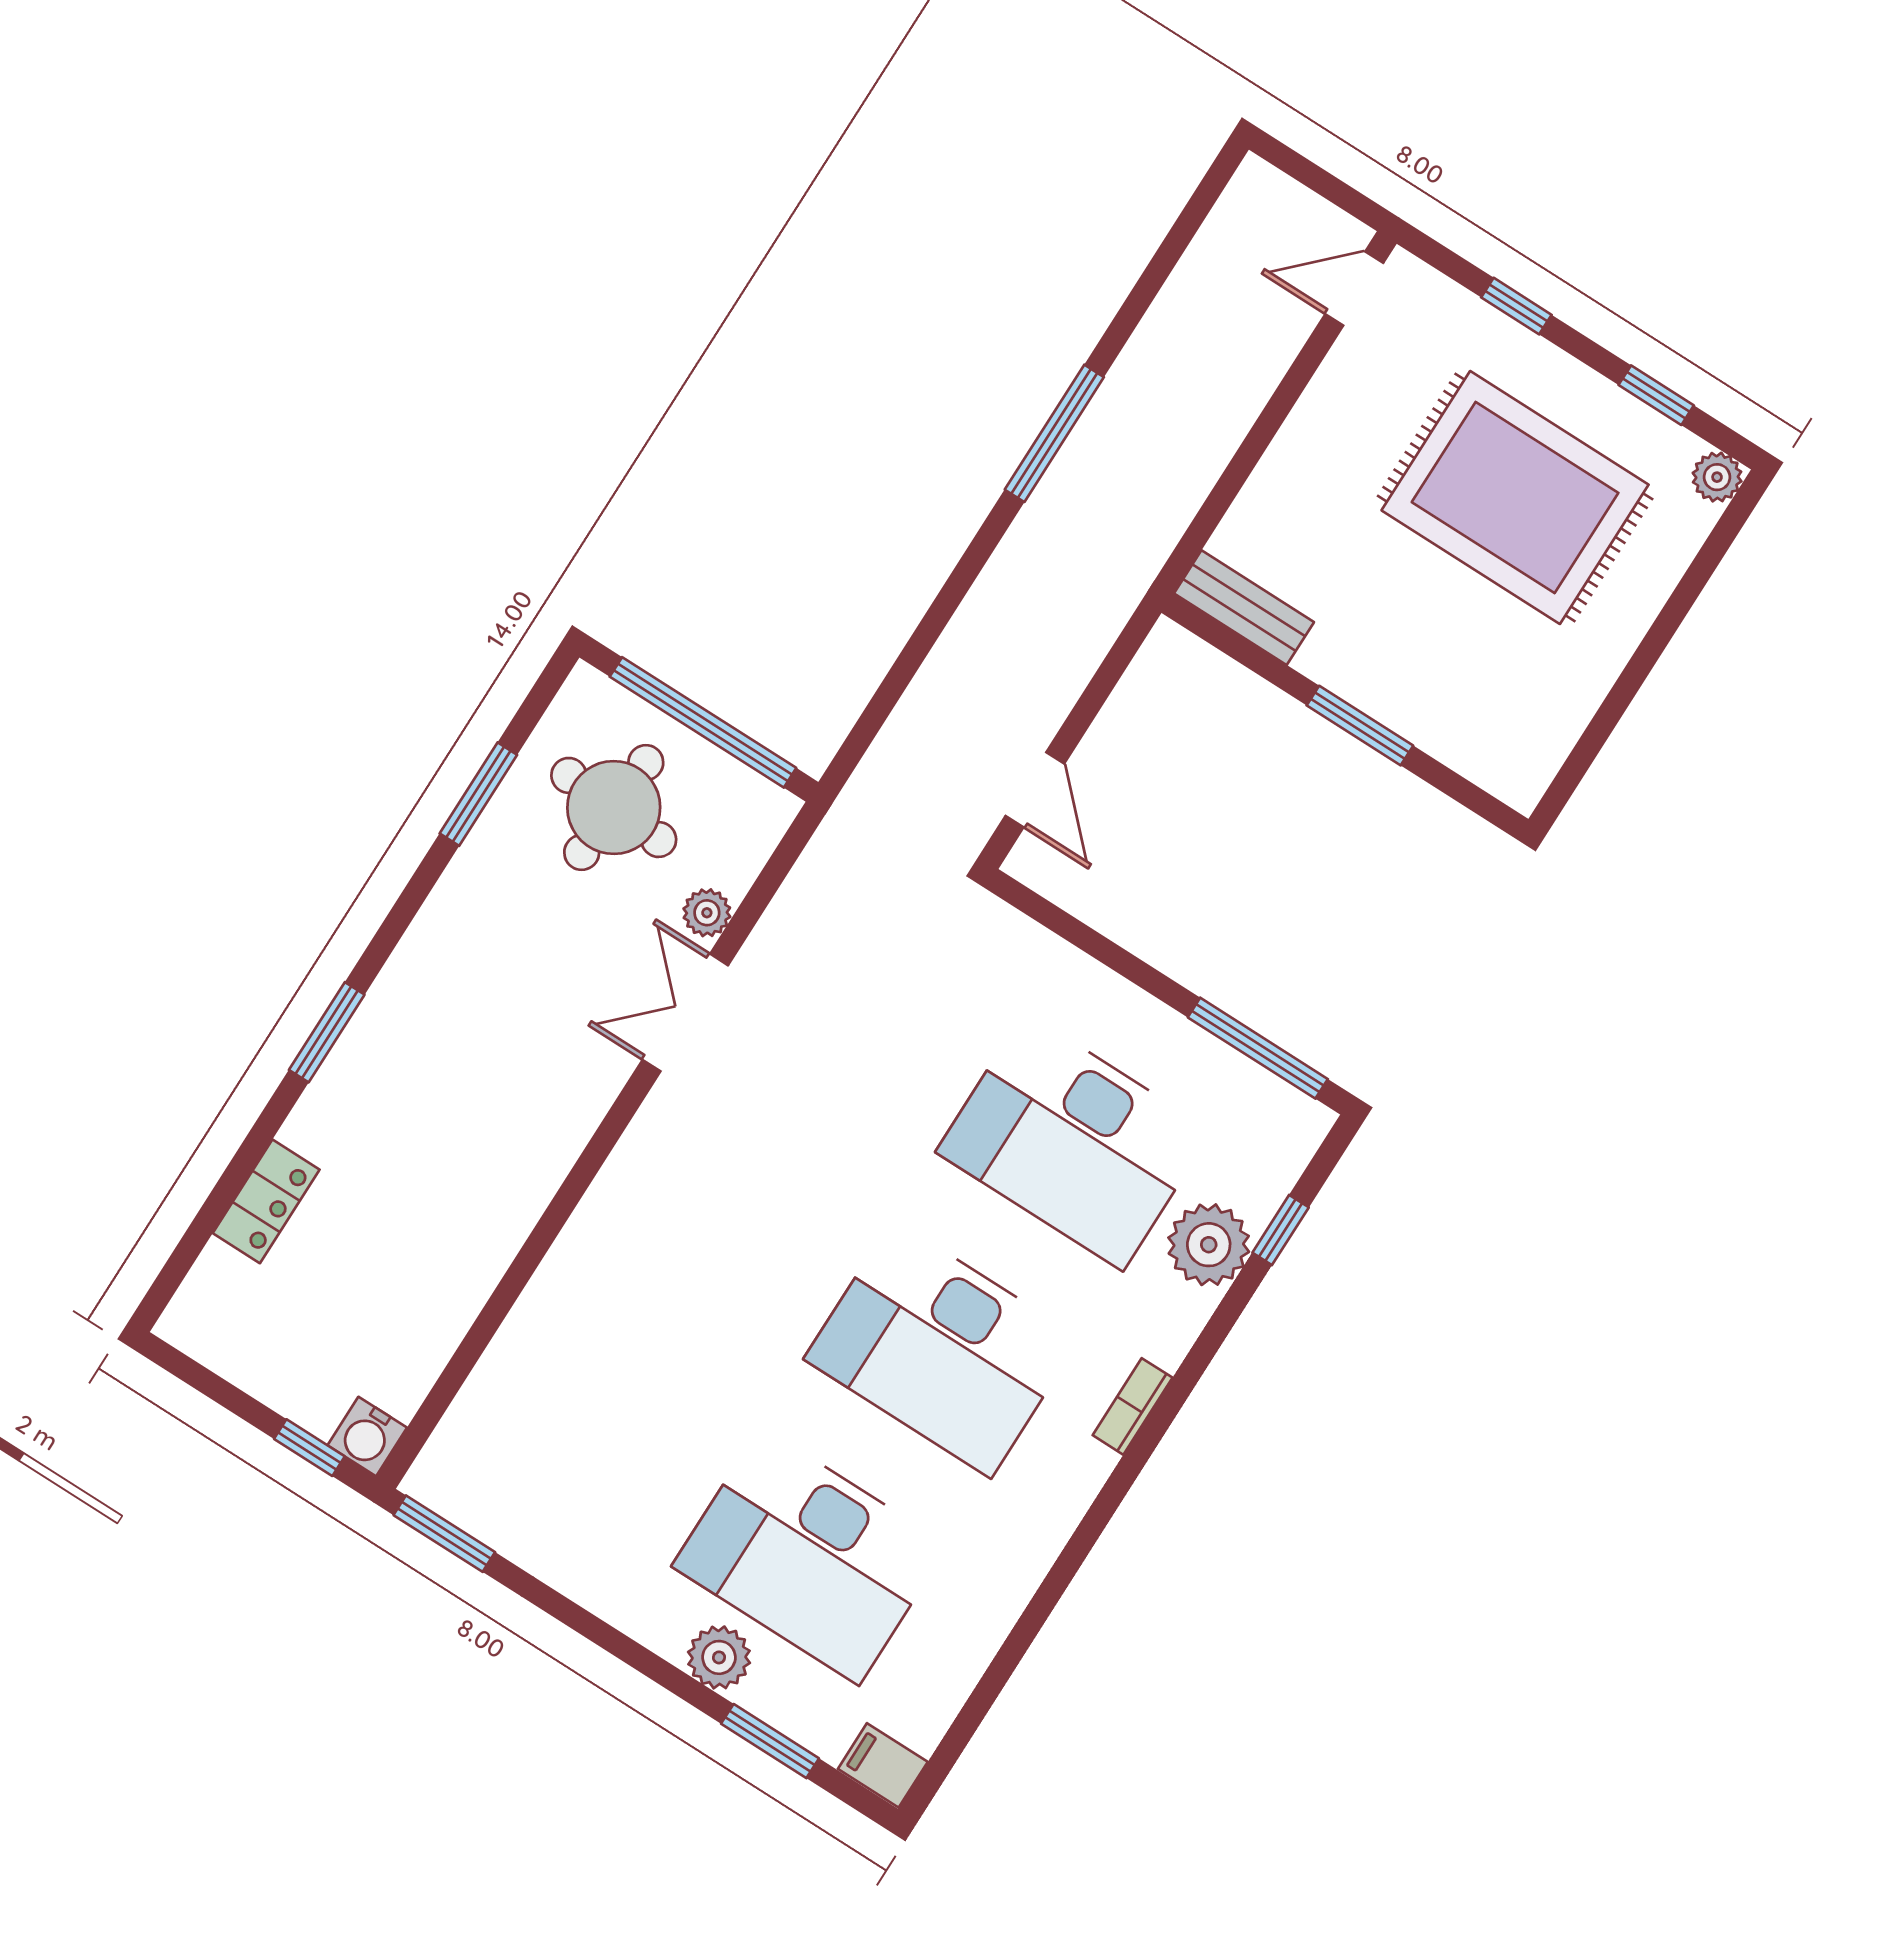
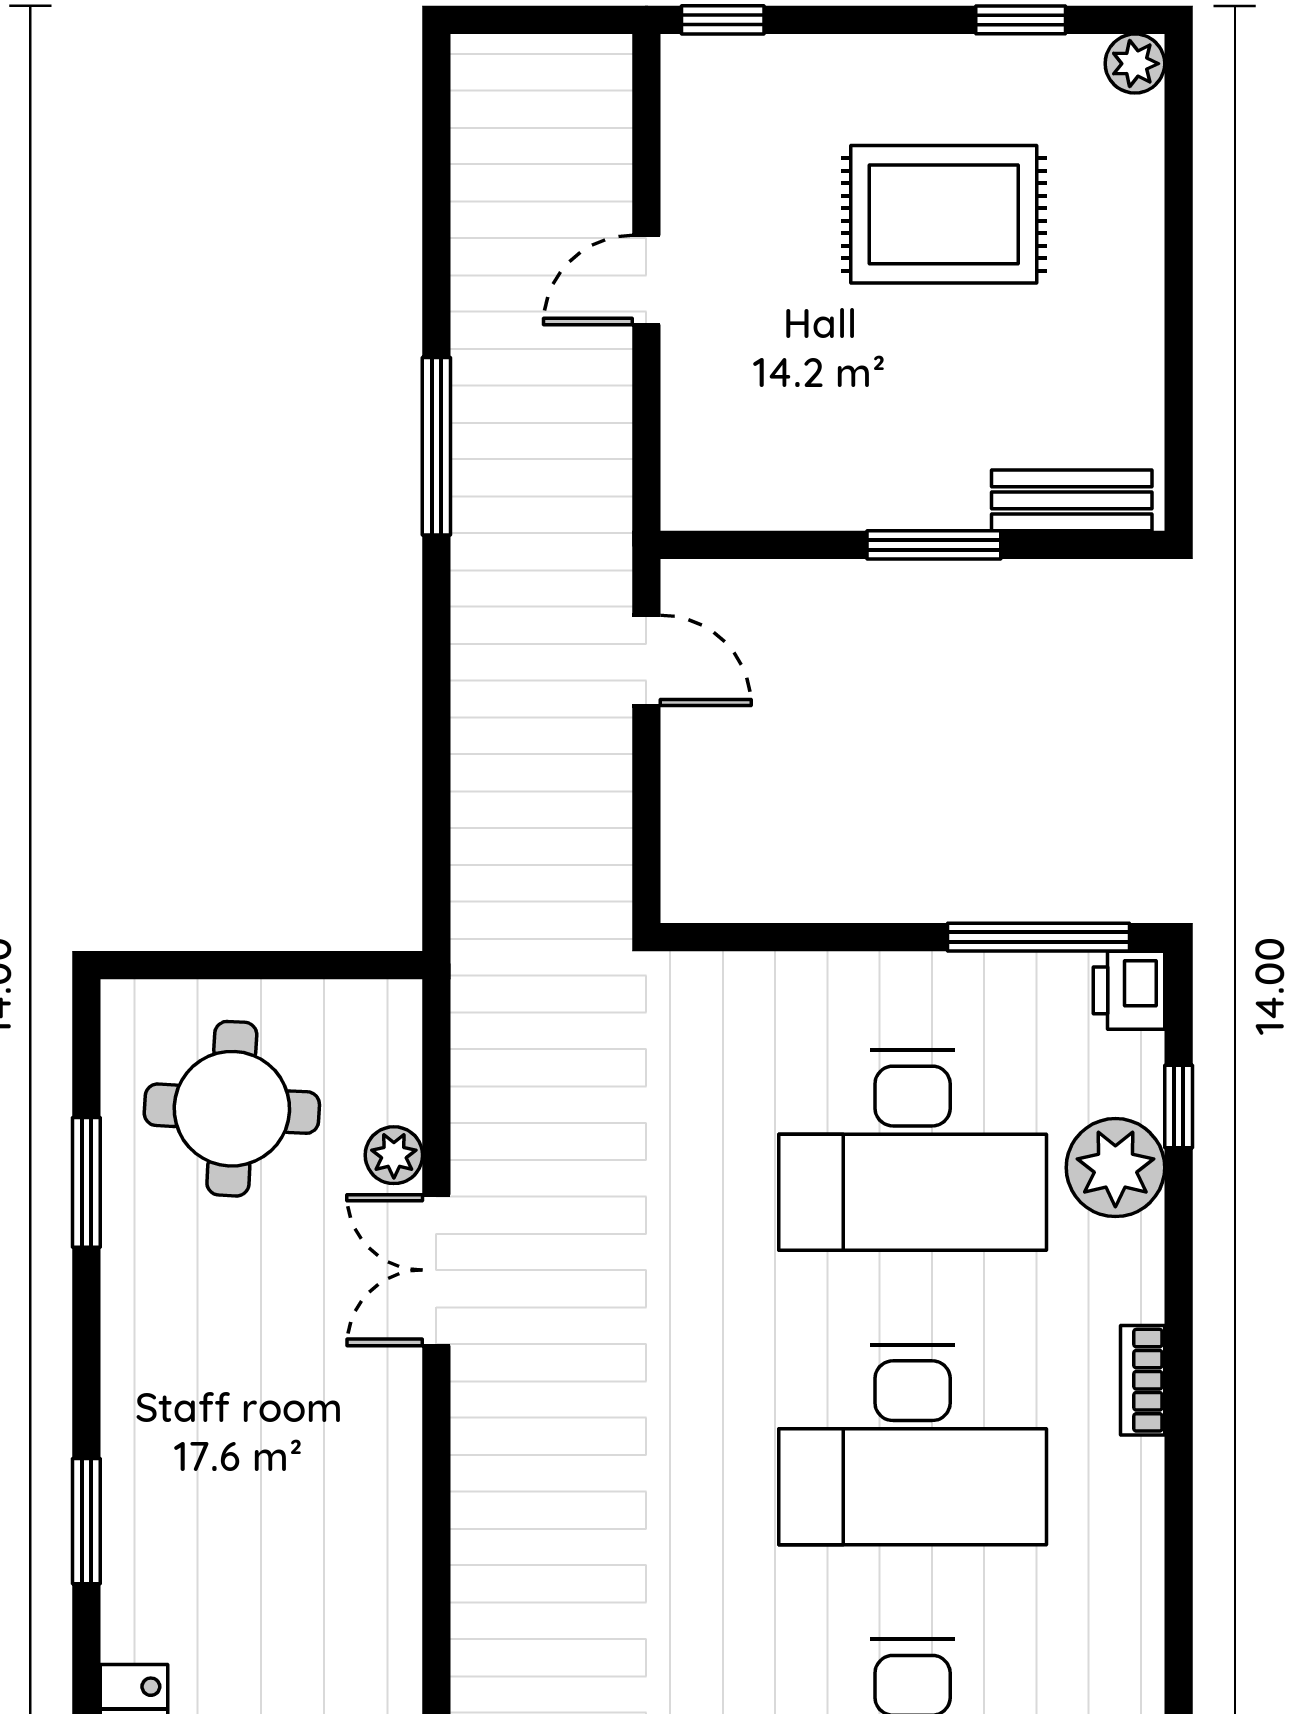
door: (1354, 288) -> (646, 280), moved
window: (1516, 306) -> (723, 20), moved
rug: (1515, 498) -> (944, 214), width x0.73, depth x0.69
bench: (1244, 608) -> (1072, 500), moved
window: (703, 722) -> (267, 965), removed
door: (1035, 790) -> (646, 660), moved
printer: (1298, 1126) -> (1129, 990), added

